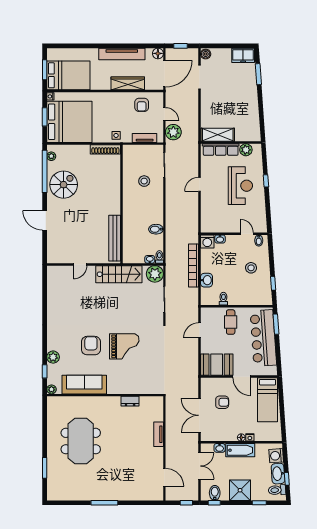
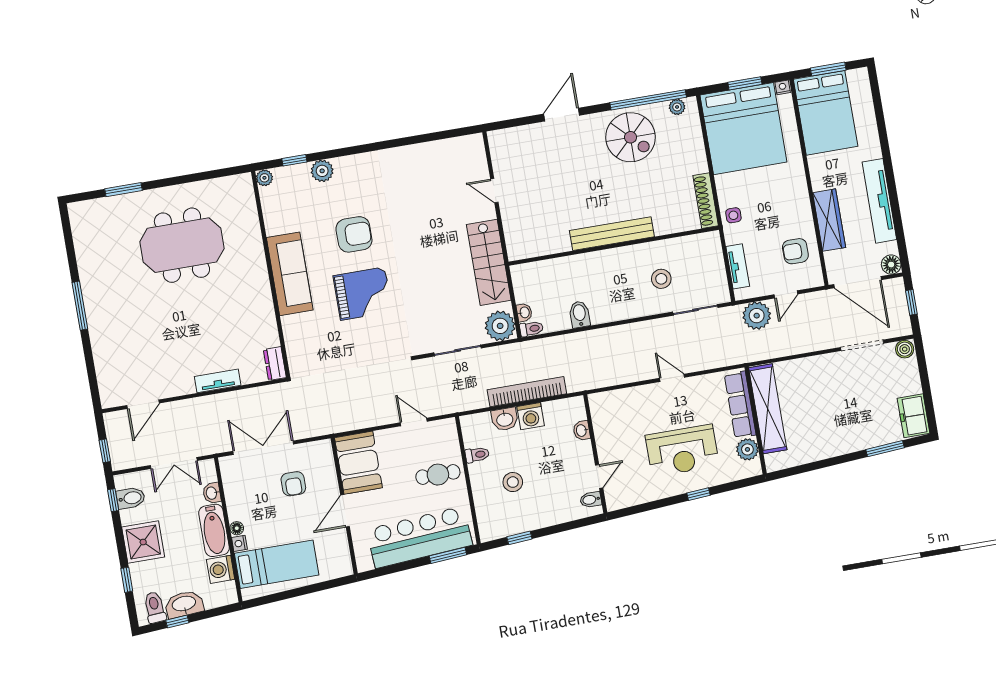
shelving: (218, 135) -> (768, 409), width x1.47
bench: (115, 238) -> (612, 234), moved
washing machine: (207, 241) -> (531, 416), moved, turned -90
stool: (251, 268) -> (513, 482), moved
grand piano: (124, 346) -> (363, 294), turned -90
sofa: (84, 385) -> (290, 274), moved
bed: (267, 400) -> (277, 564), moved, turned 180
dresser: (130, 401) -> (275, 364), moved
washing machine: (276, 456) -> (221, 569), moved, turned -86

